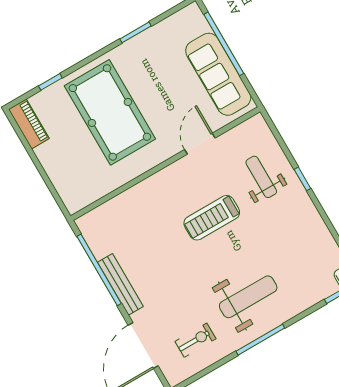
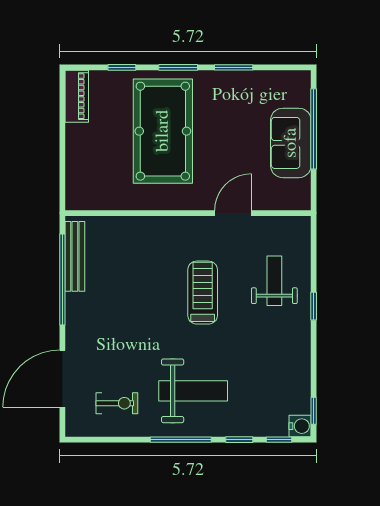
window: (93, 57) -> (178, 67), added
sofa: (218, 74) -> (291, 143), width x0.73
treadmill: (212, 218) -> (203, 293), turned 90
bench: (120, 284) -> (75, 256), moved
window: (305, 314) -> (239, 440), added

